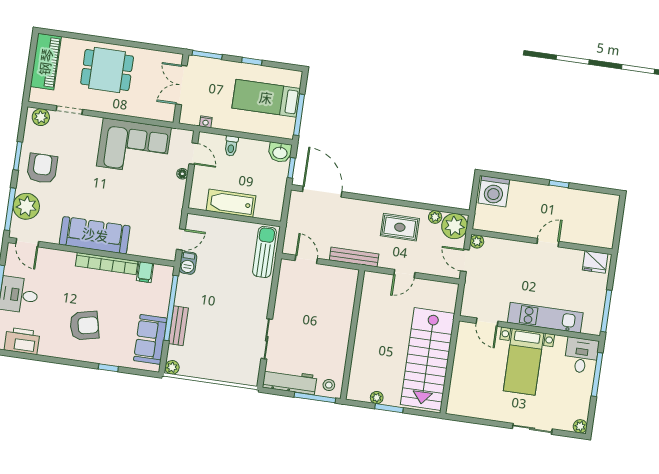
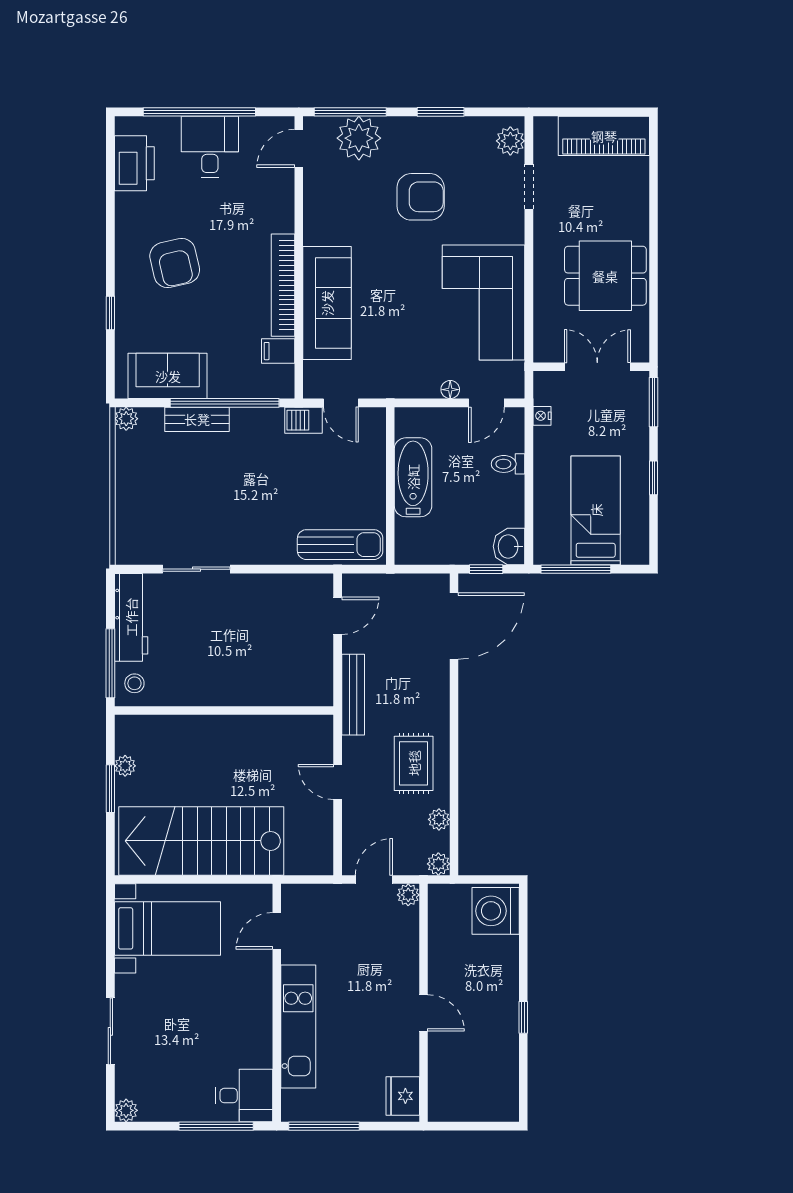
dining table: (107, 70) -> (605, 276), moved, turned 90
armchair: (42, 168) -> (421, 197), moved
plant: (455, 226) -> (438, 864), width x0.53, depth x0.53
sofa: (95, 235) -> (327, 303), moved
bed with nightstands: (524, 362) -> (168, 928), moved, turned 180

